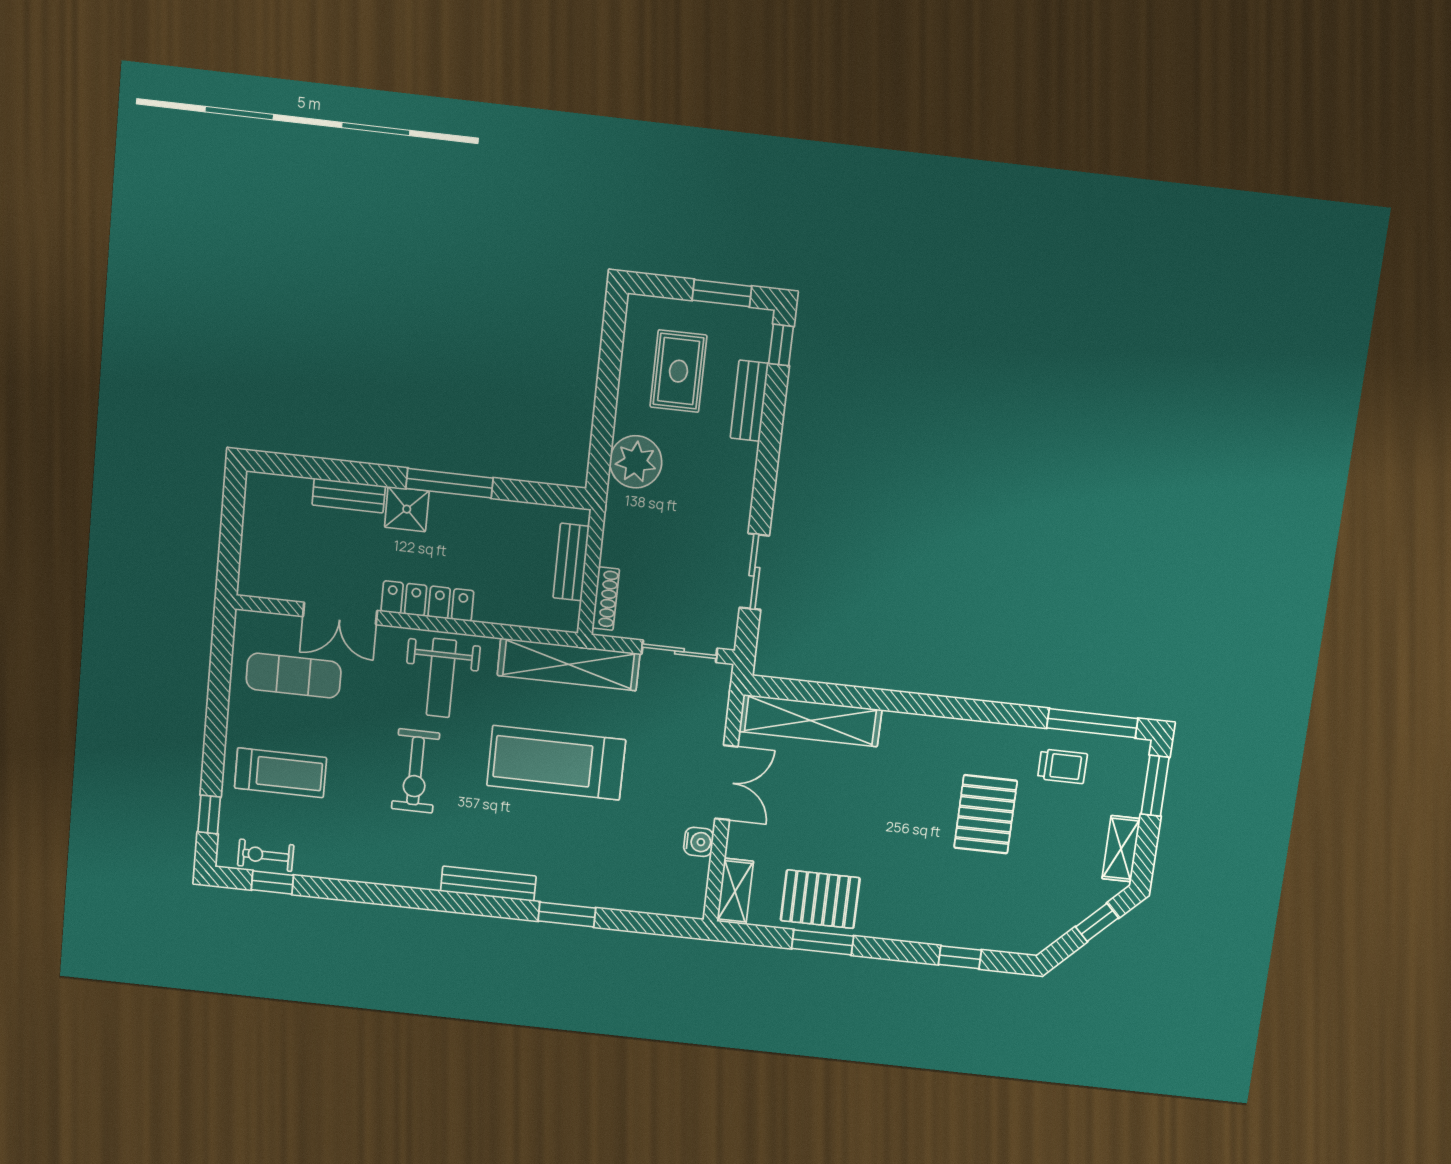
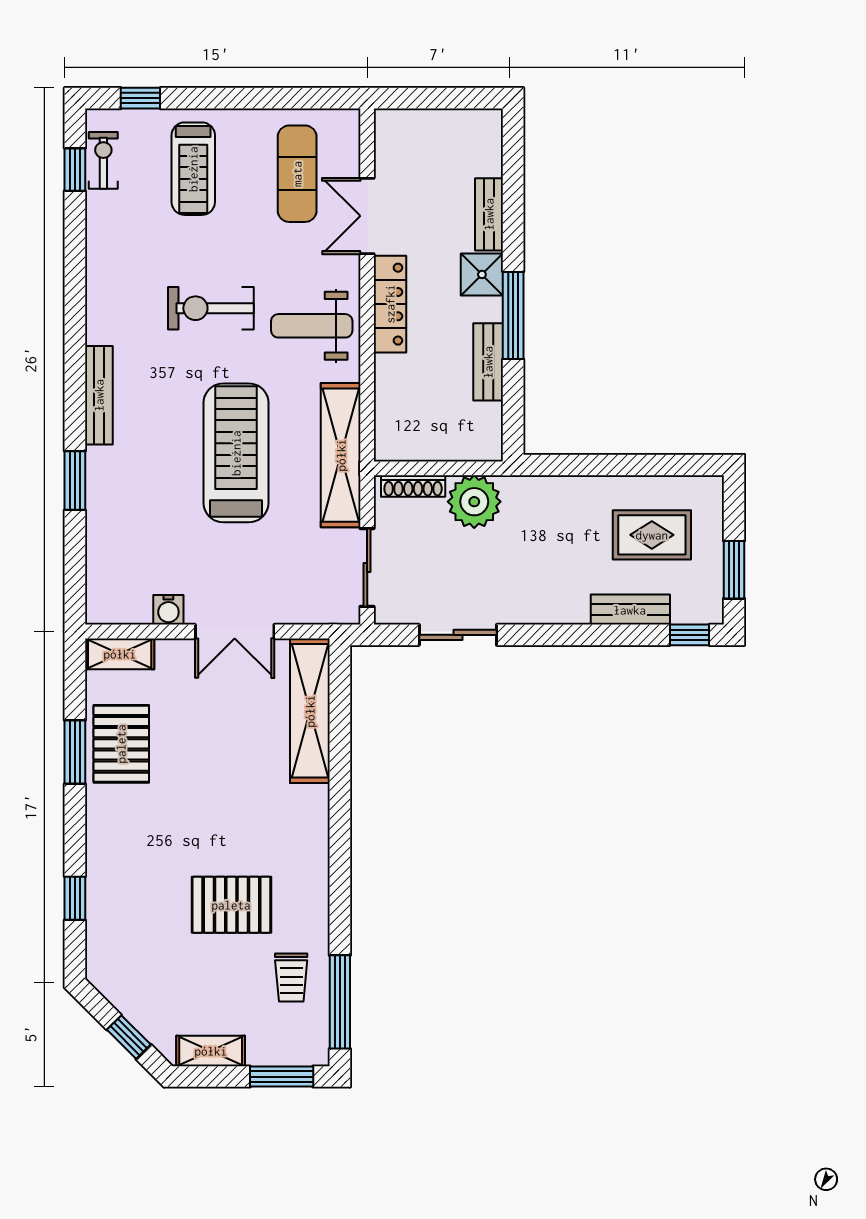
plant: (636, 462) -> (474, 502), moved
bench: (571, 562) -> (488, 362), moved, turned 90

